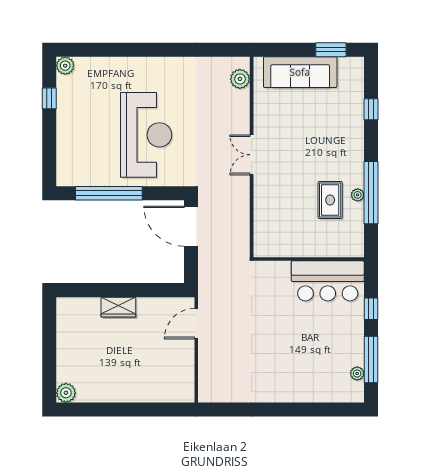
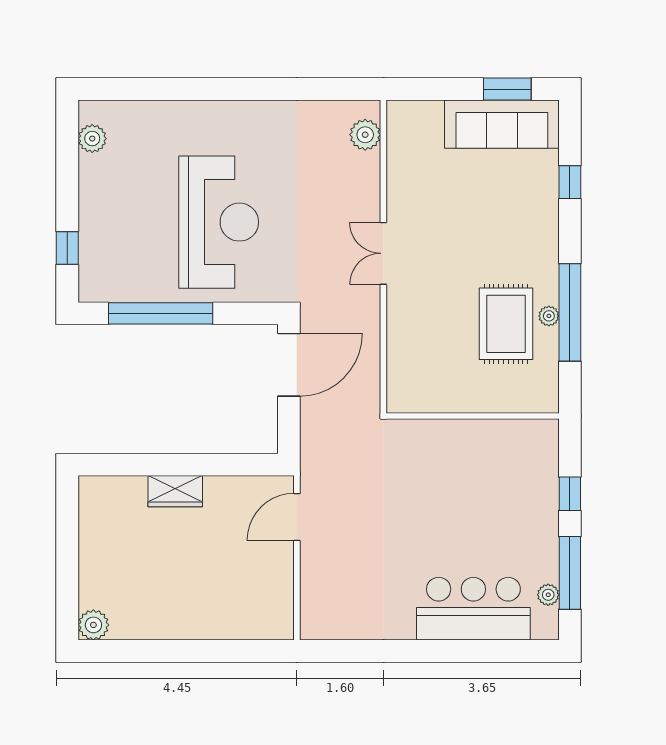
plant: (65, 66) -> (92, 139), moved
sofa: (300, 72) -> (502, 124), moved
window: (49, 98) -> (67, 248), moved
rug: (330, 200) -> (506, 324), width x1.36, depth x1.43
door: (191, 226) -> (289, 365), swing flipped
bar counter: (328, 281) -> (473, 609), moved, turned 180

